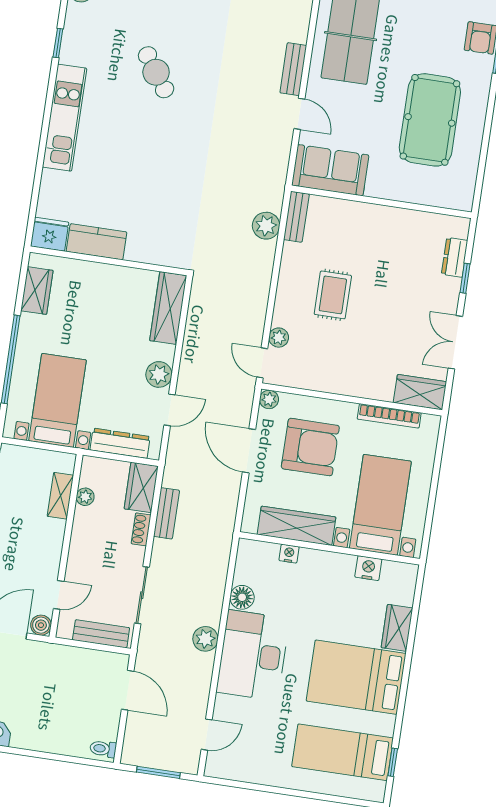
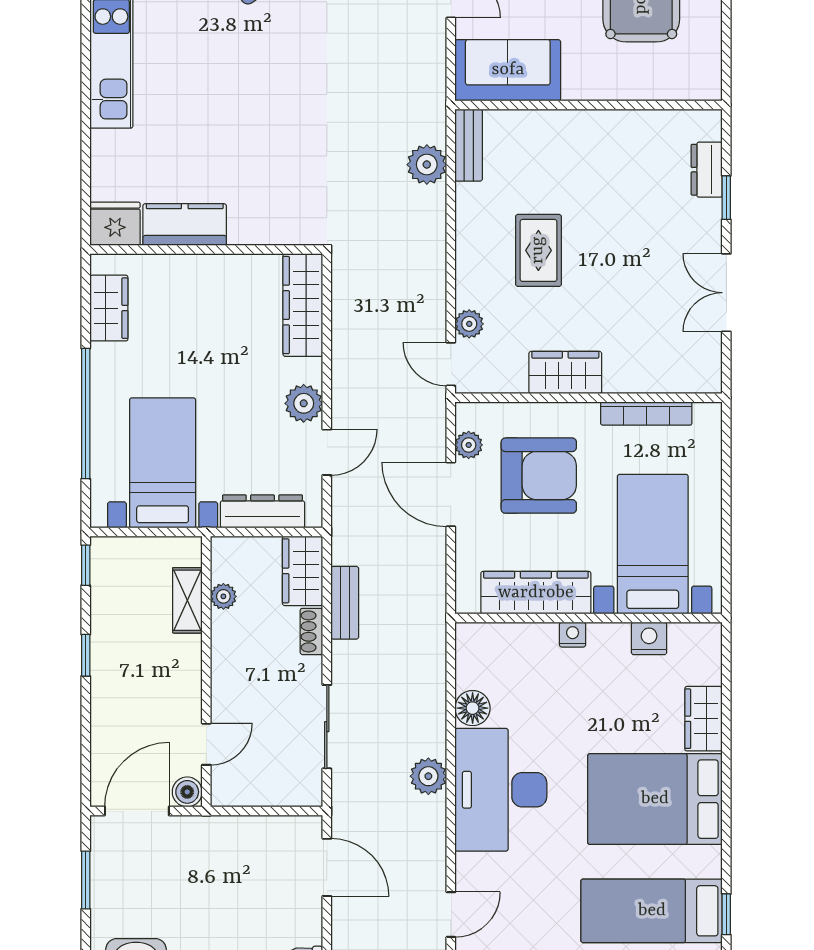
wardrobe: (420, 392) -> (565, 372), moved
plant: (269, 399) -> (469, 445), moved
nightstand: (289, 554) -> (573, 635), moved
bench: (101, 634) -> (276, 792), removed

